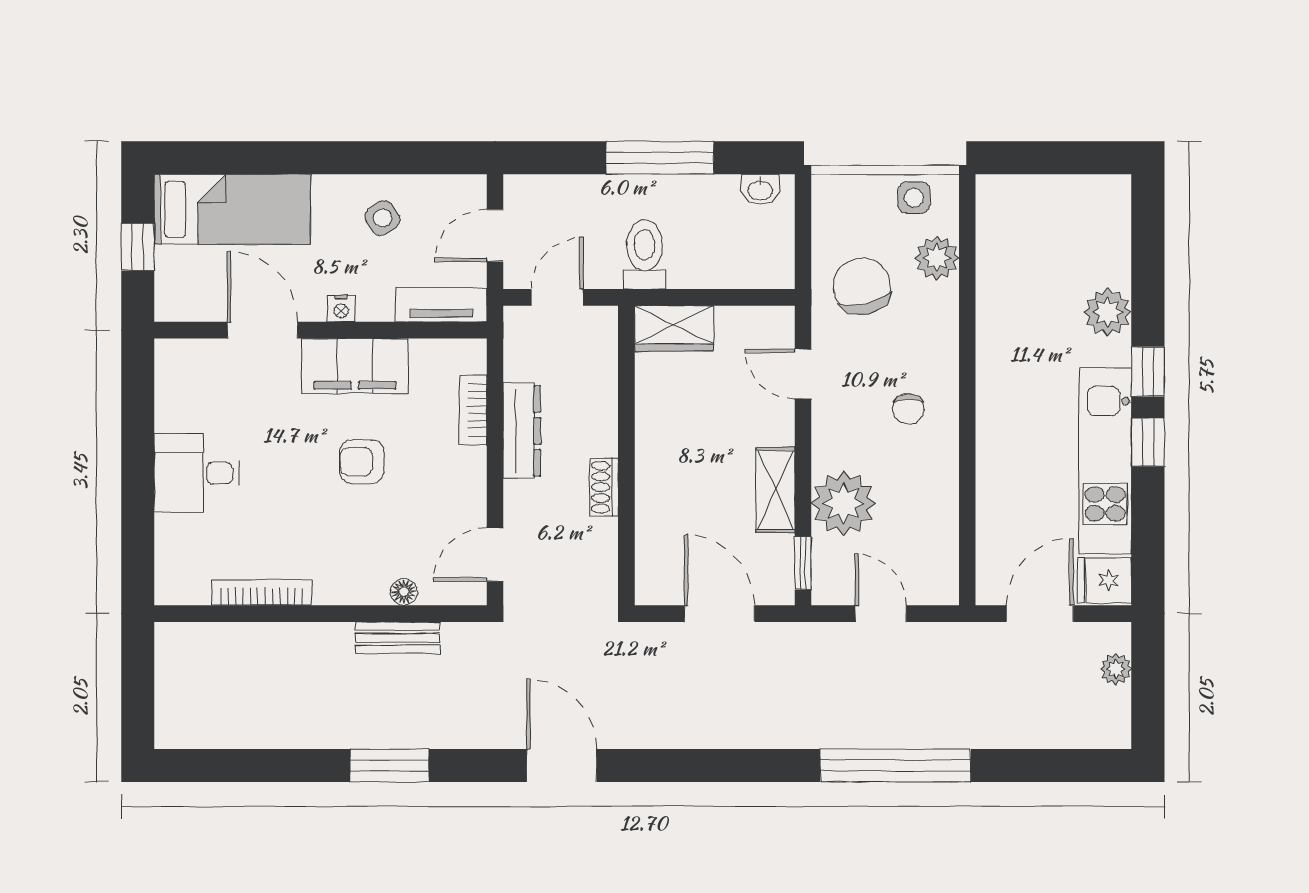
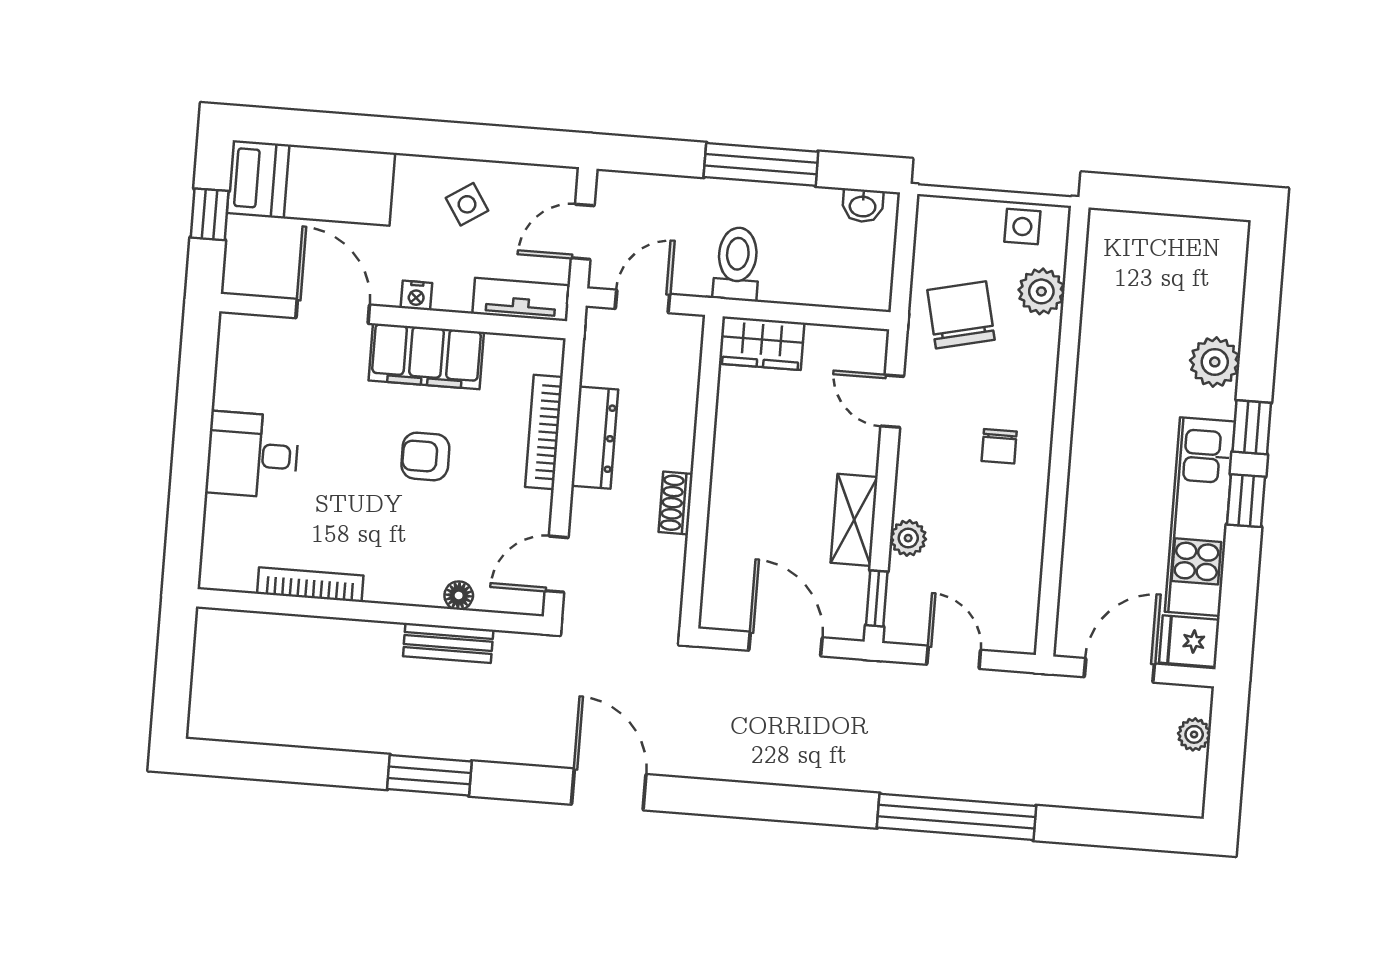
bookcase: (473, 410) -> (544, 432), width x1.56
plant: (843, 503) -> (908, 538), width x0.53, depth x0.53

